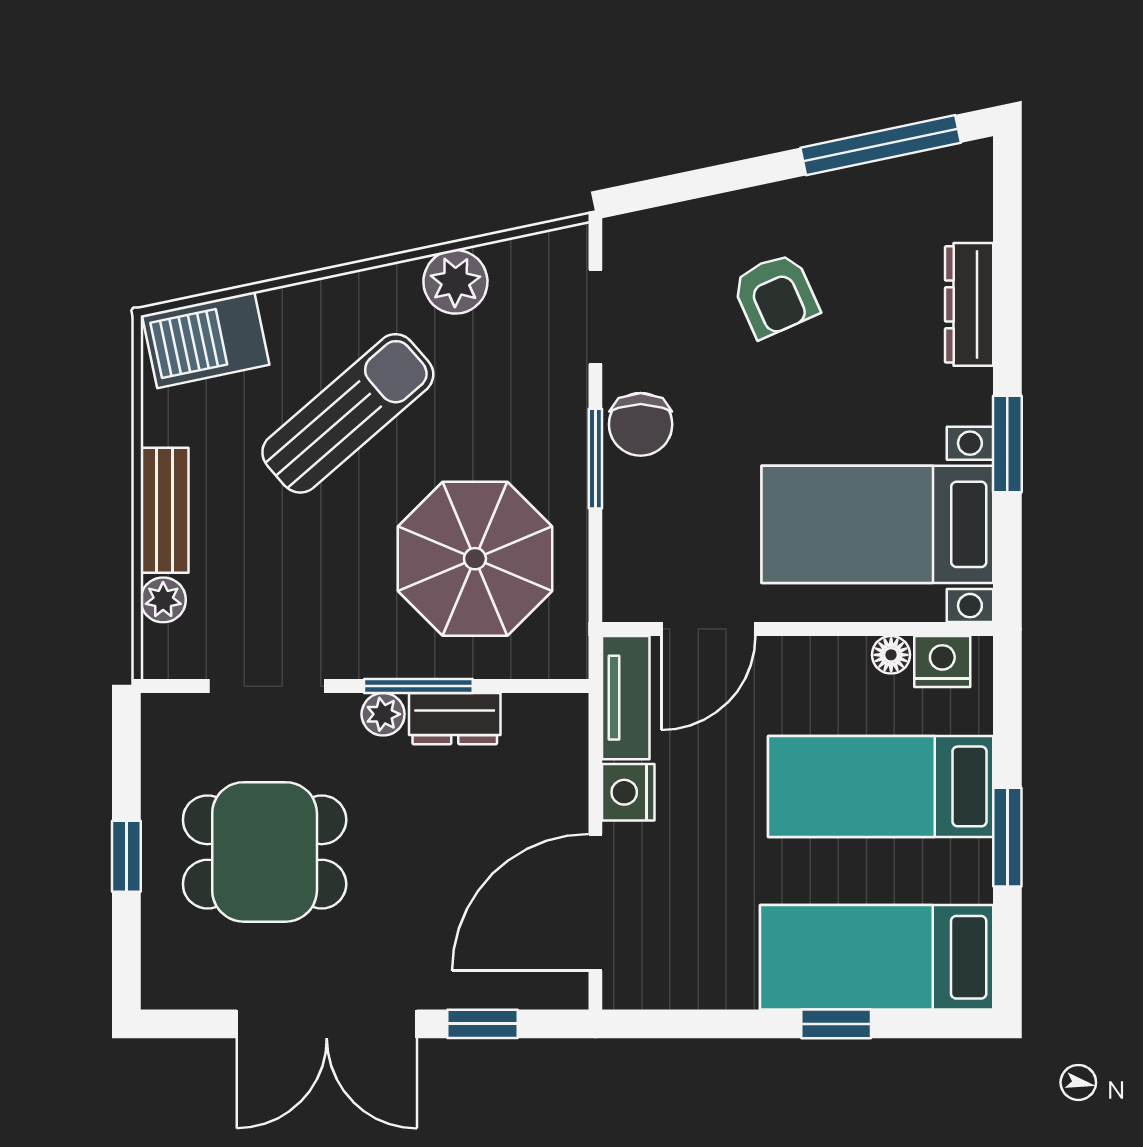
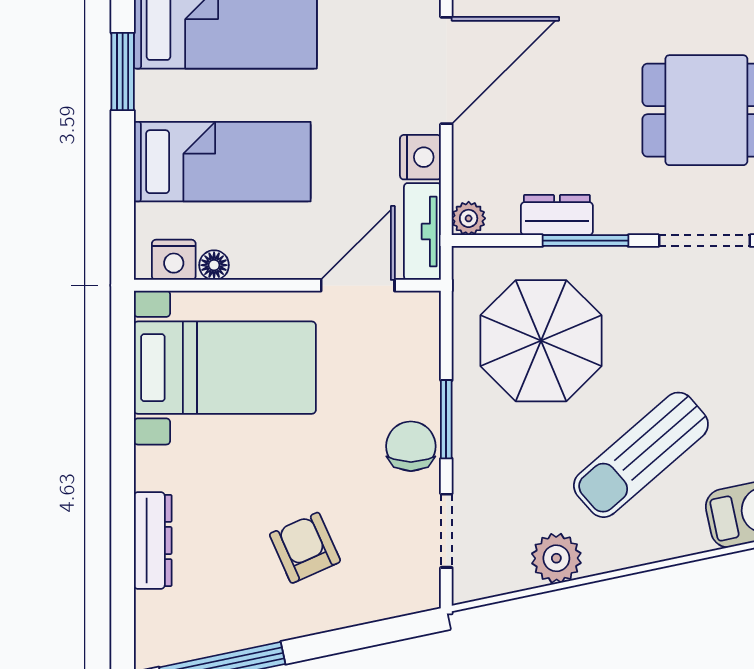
window: (1007, 444) -> (123, 431), removed
plant: (383, 714) -> (469, 218), moved
window: (1007, 837) -> (123, 72), moved

